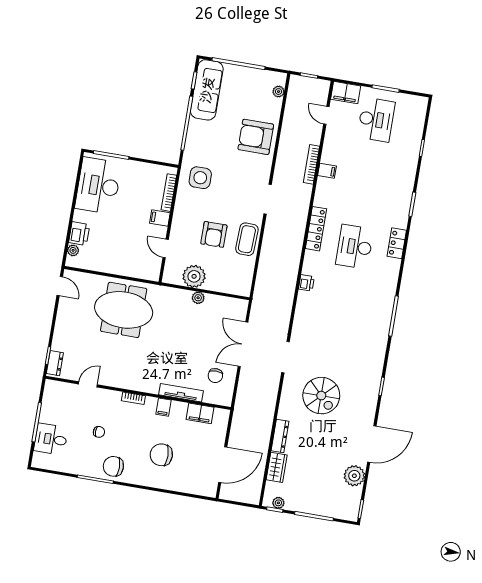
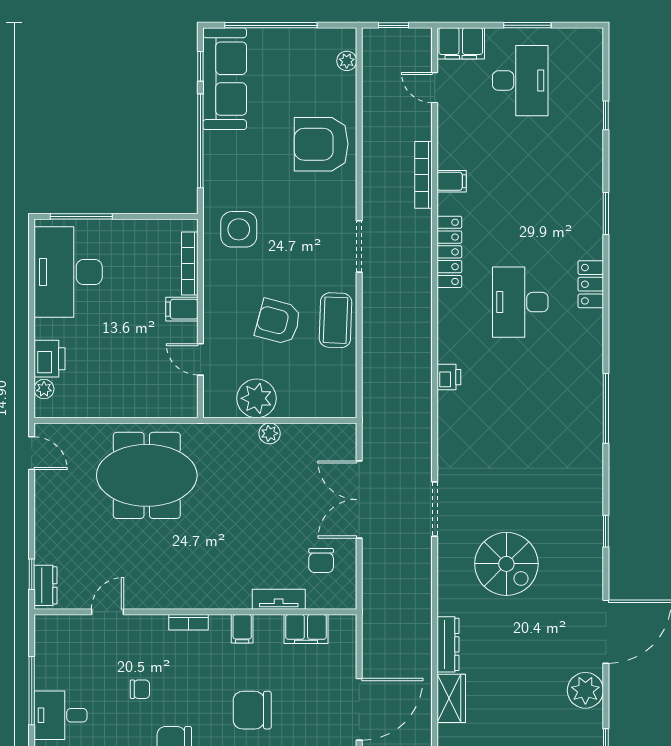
locker: (316, 229) -> (449, 252), moved
armchair: (214, 234) -> (278, 322), turned 105
tv unit: (181, 393) -> (279, 599), width x0.71

